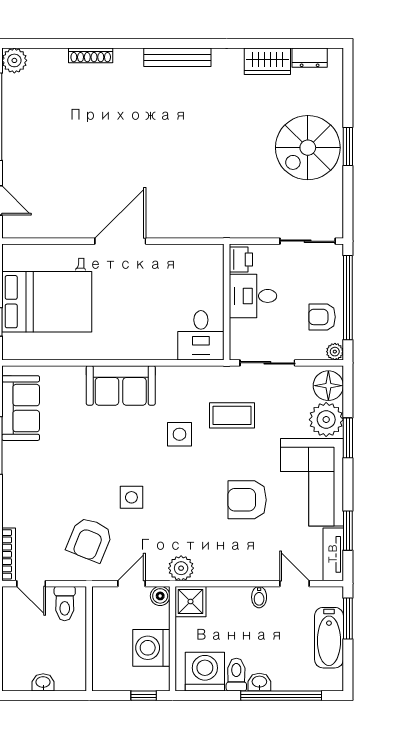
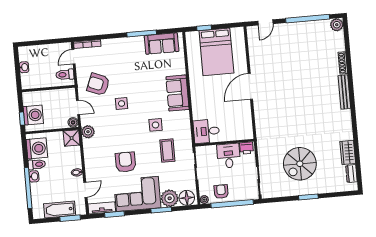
bench: (177, 57) -> (344, 92), moved
spiral stairs: (308, 148) -> (300, 164), moved, turned -90
door: (120, 241) -> (250, 86), swing flipped
washing machine: (151, 648) -> (33, 115), moved, turned 90

